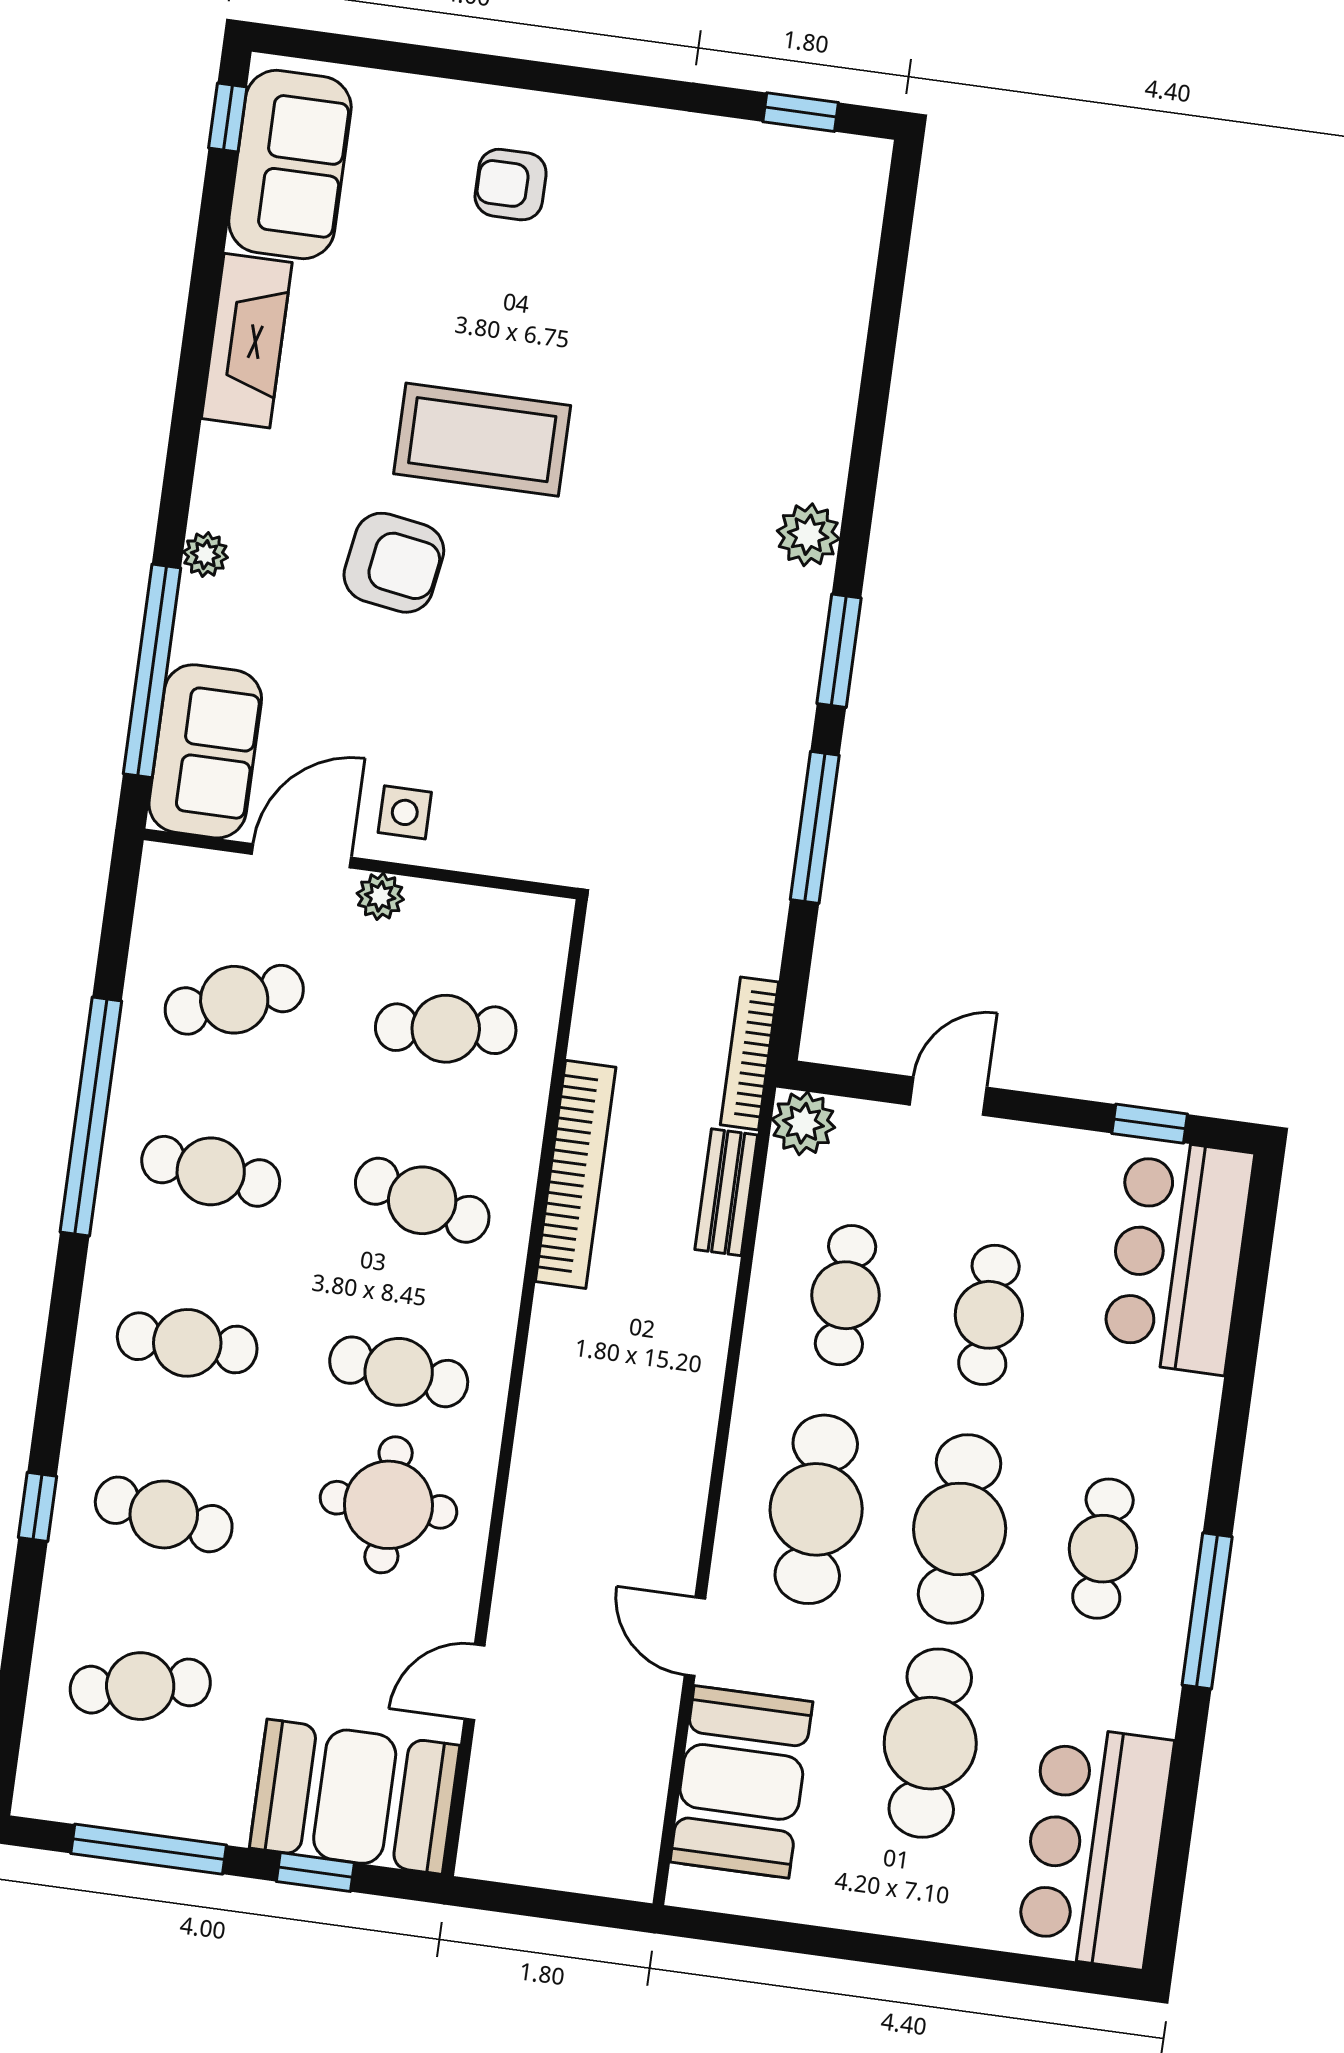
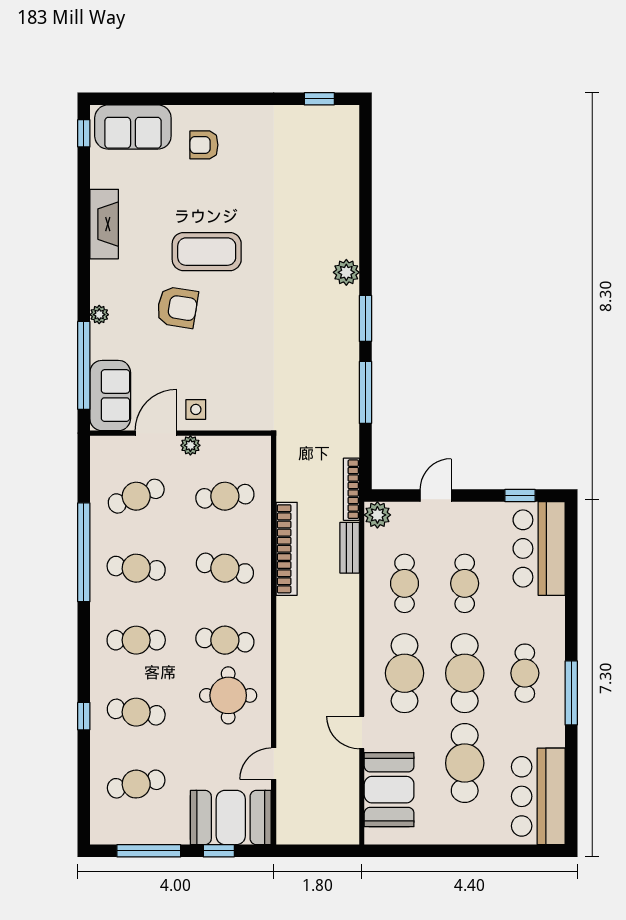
sofa: (290, 164) -> (133, 127), moved, turned 90

